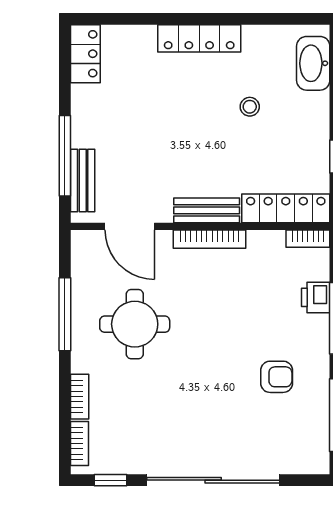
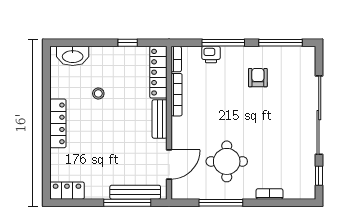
bench: (83, 181) -> (135, 192), width x1.36
bookcase: (210, 239) -> (177, 95), moved
bookcase: (80, 444) -> (297, 194), removed

